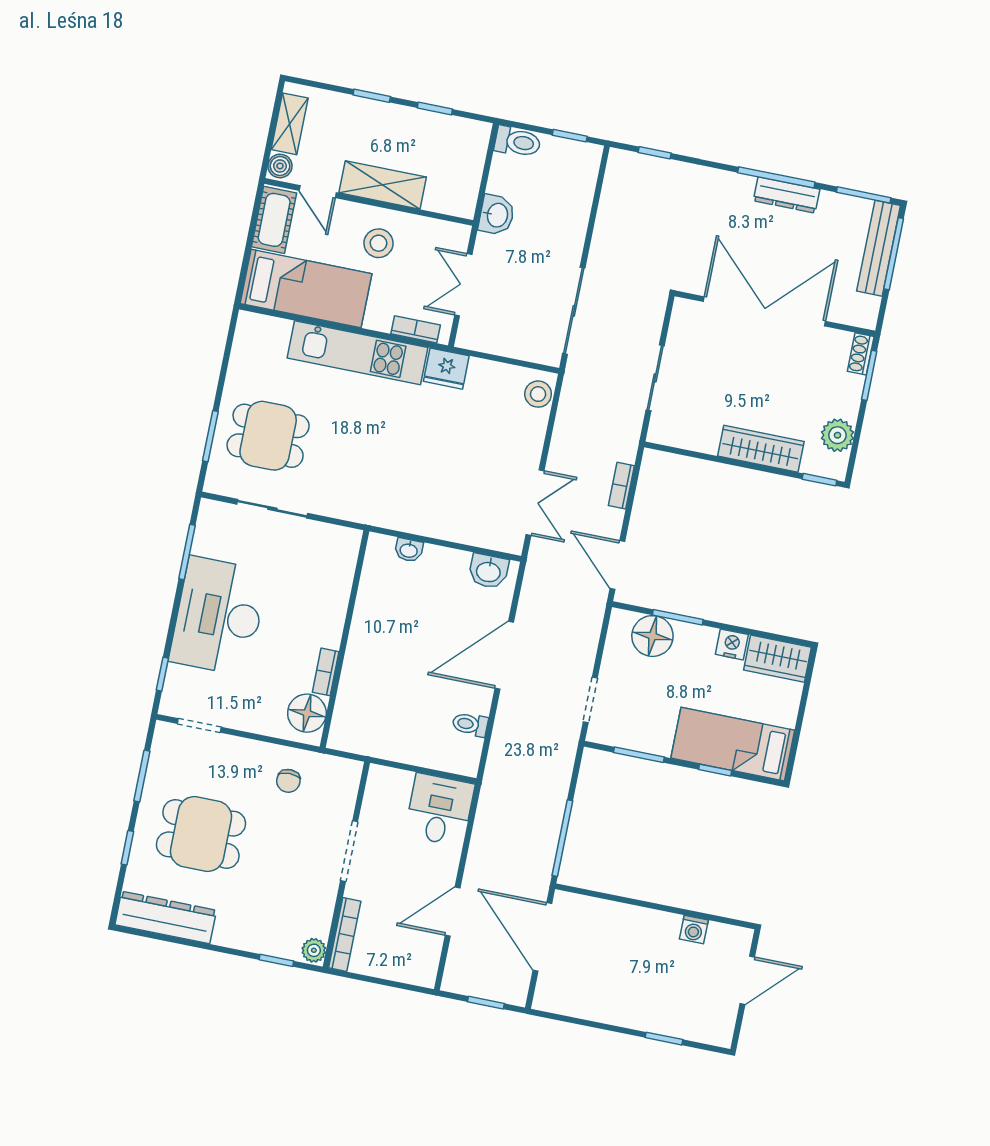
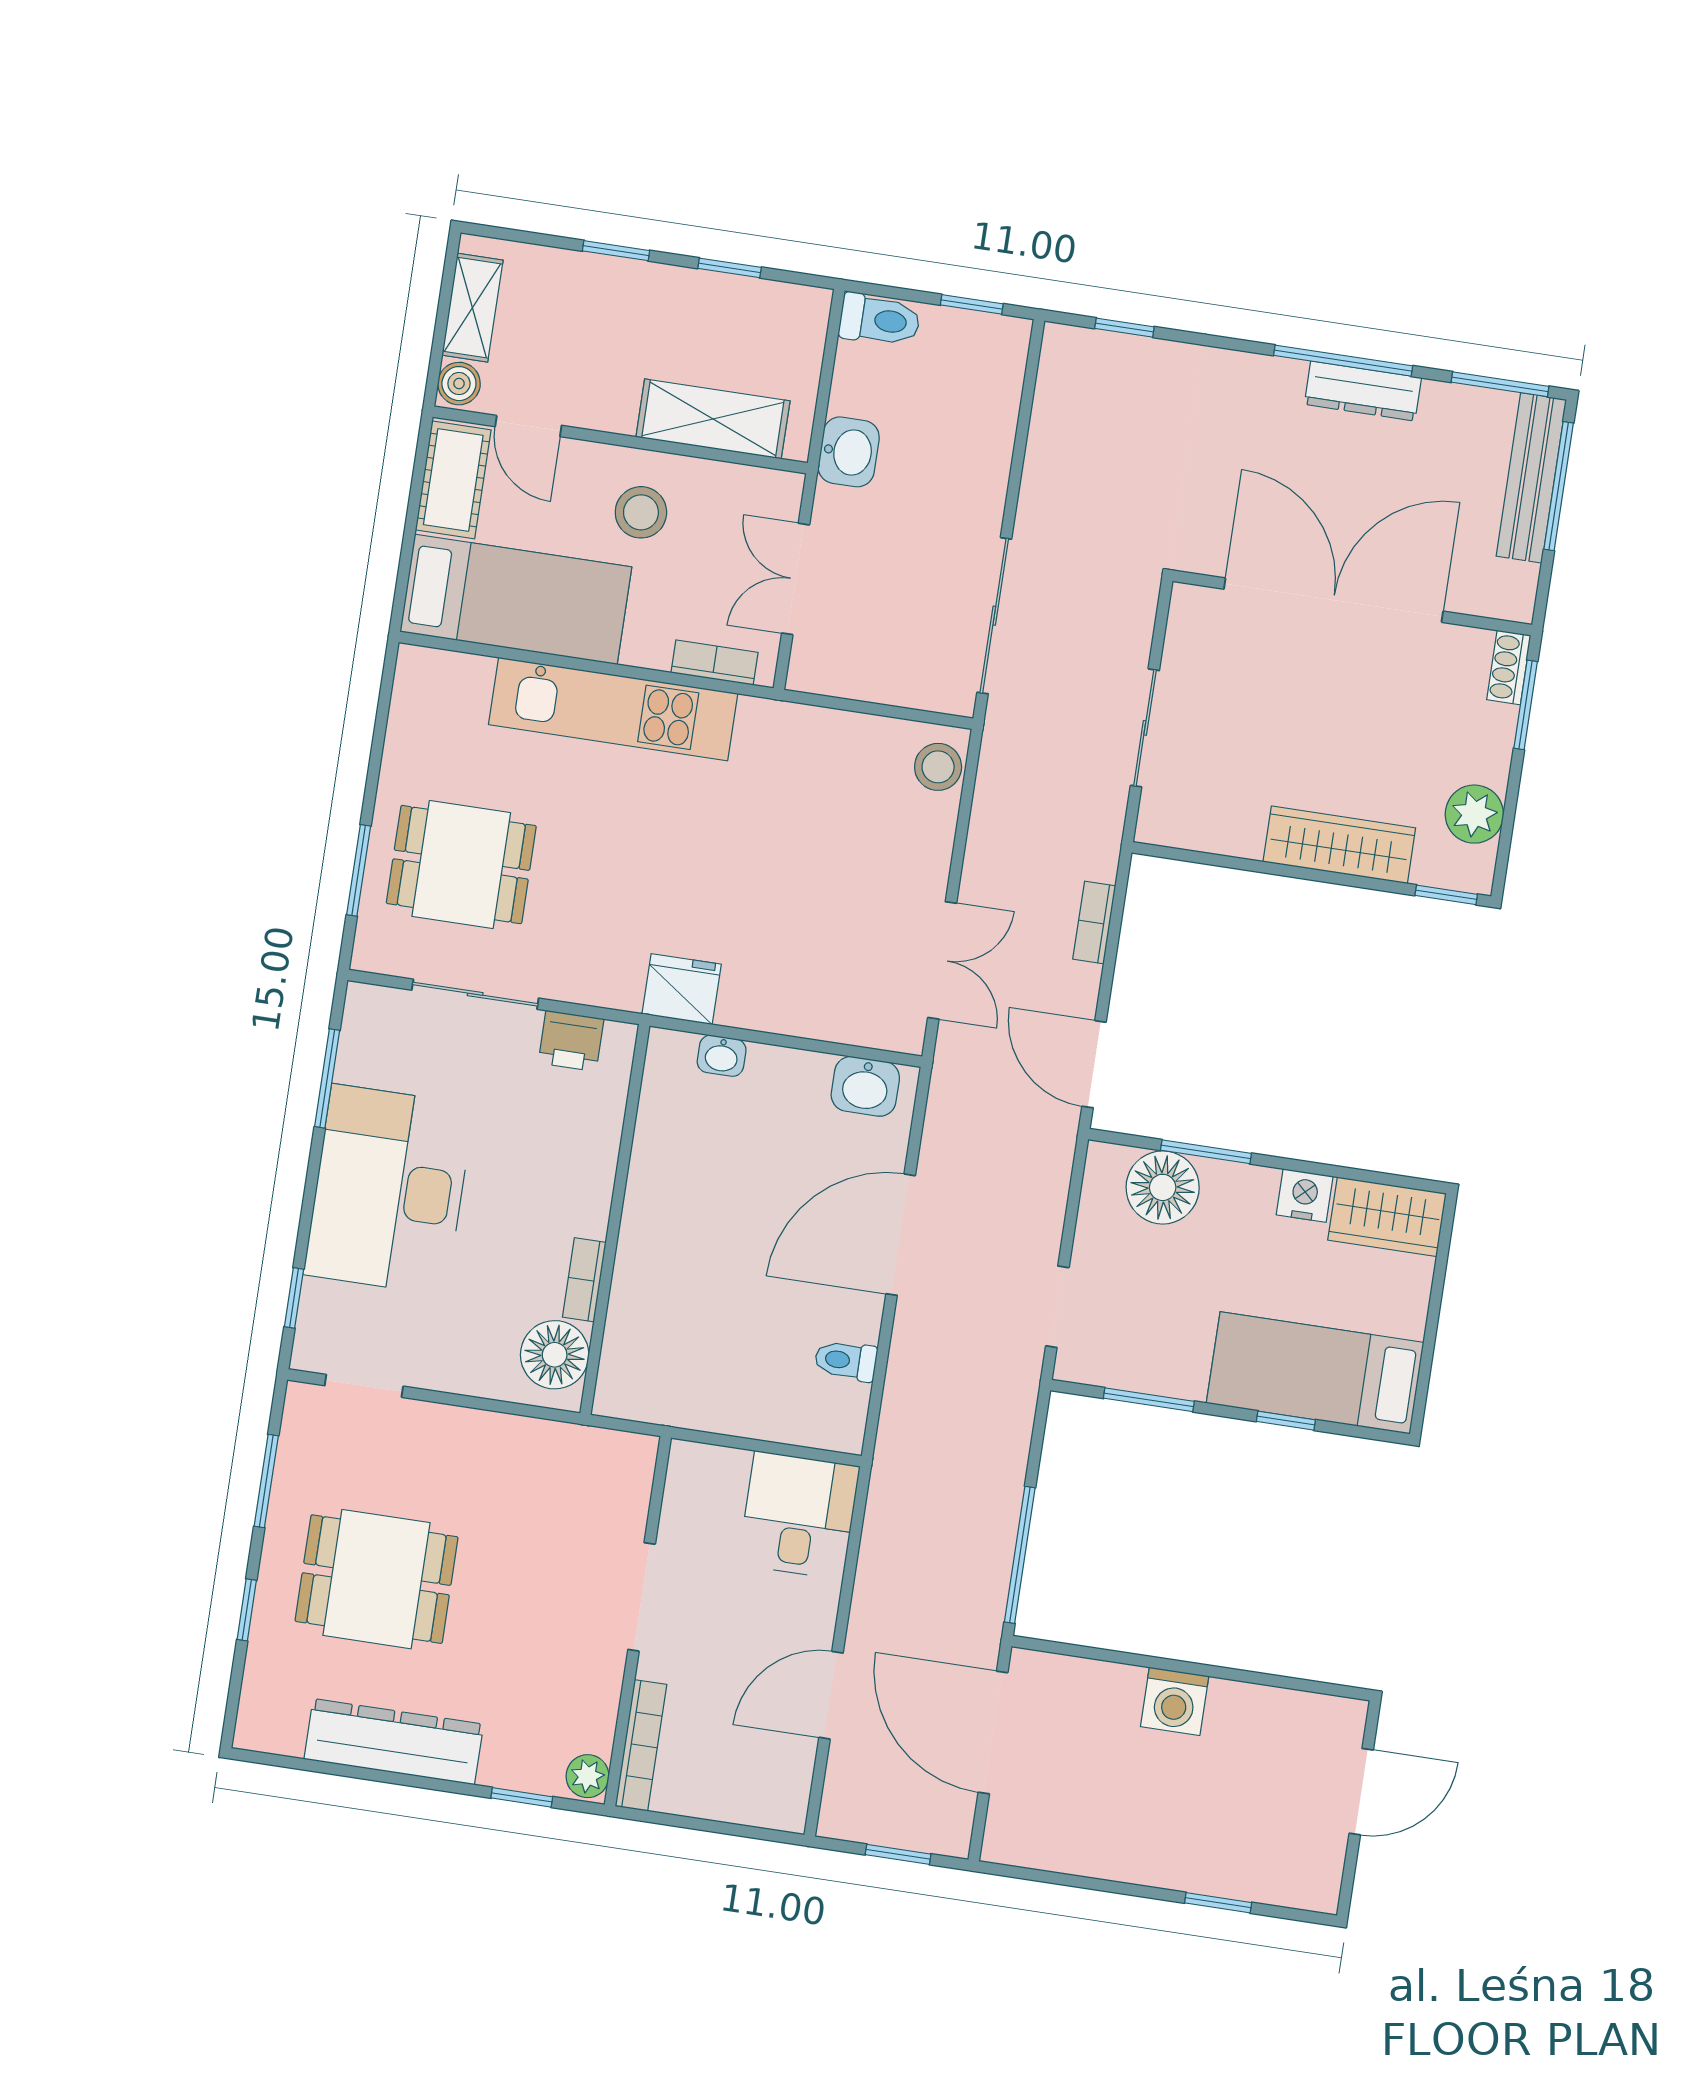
shelving: (383, 185) -> (713, 419), moved
fridge: (446, 369) -> (682, 989), moved, turned 180
printer: (325, 538) -> (571, 1041), added
chair: (288, 781) -> (527, 1477), removed
dresser: (166, 917) -> (394, 1742), moved
washing machine: (694, 930) -> (1175, 1701), moved, width x1.38, depth x1.38

